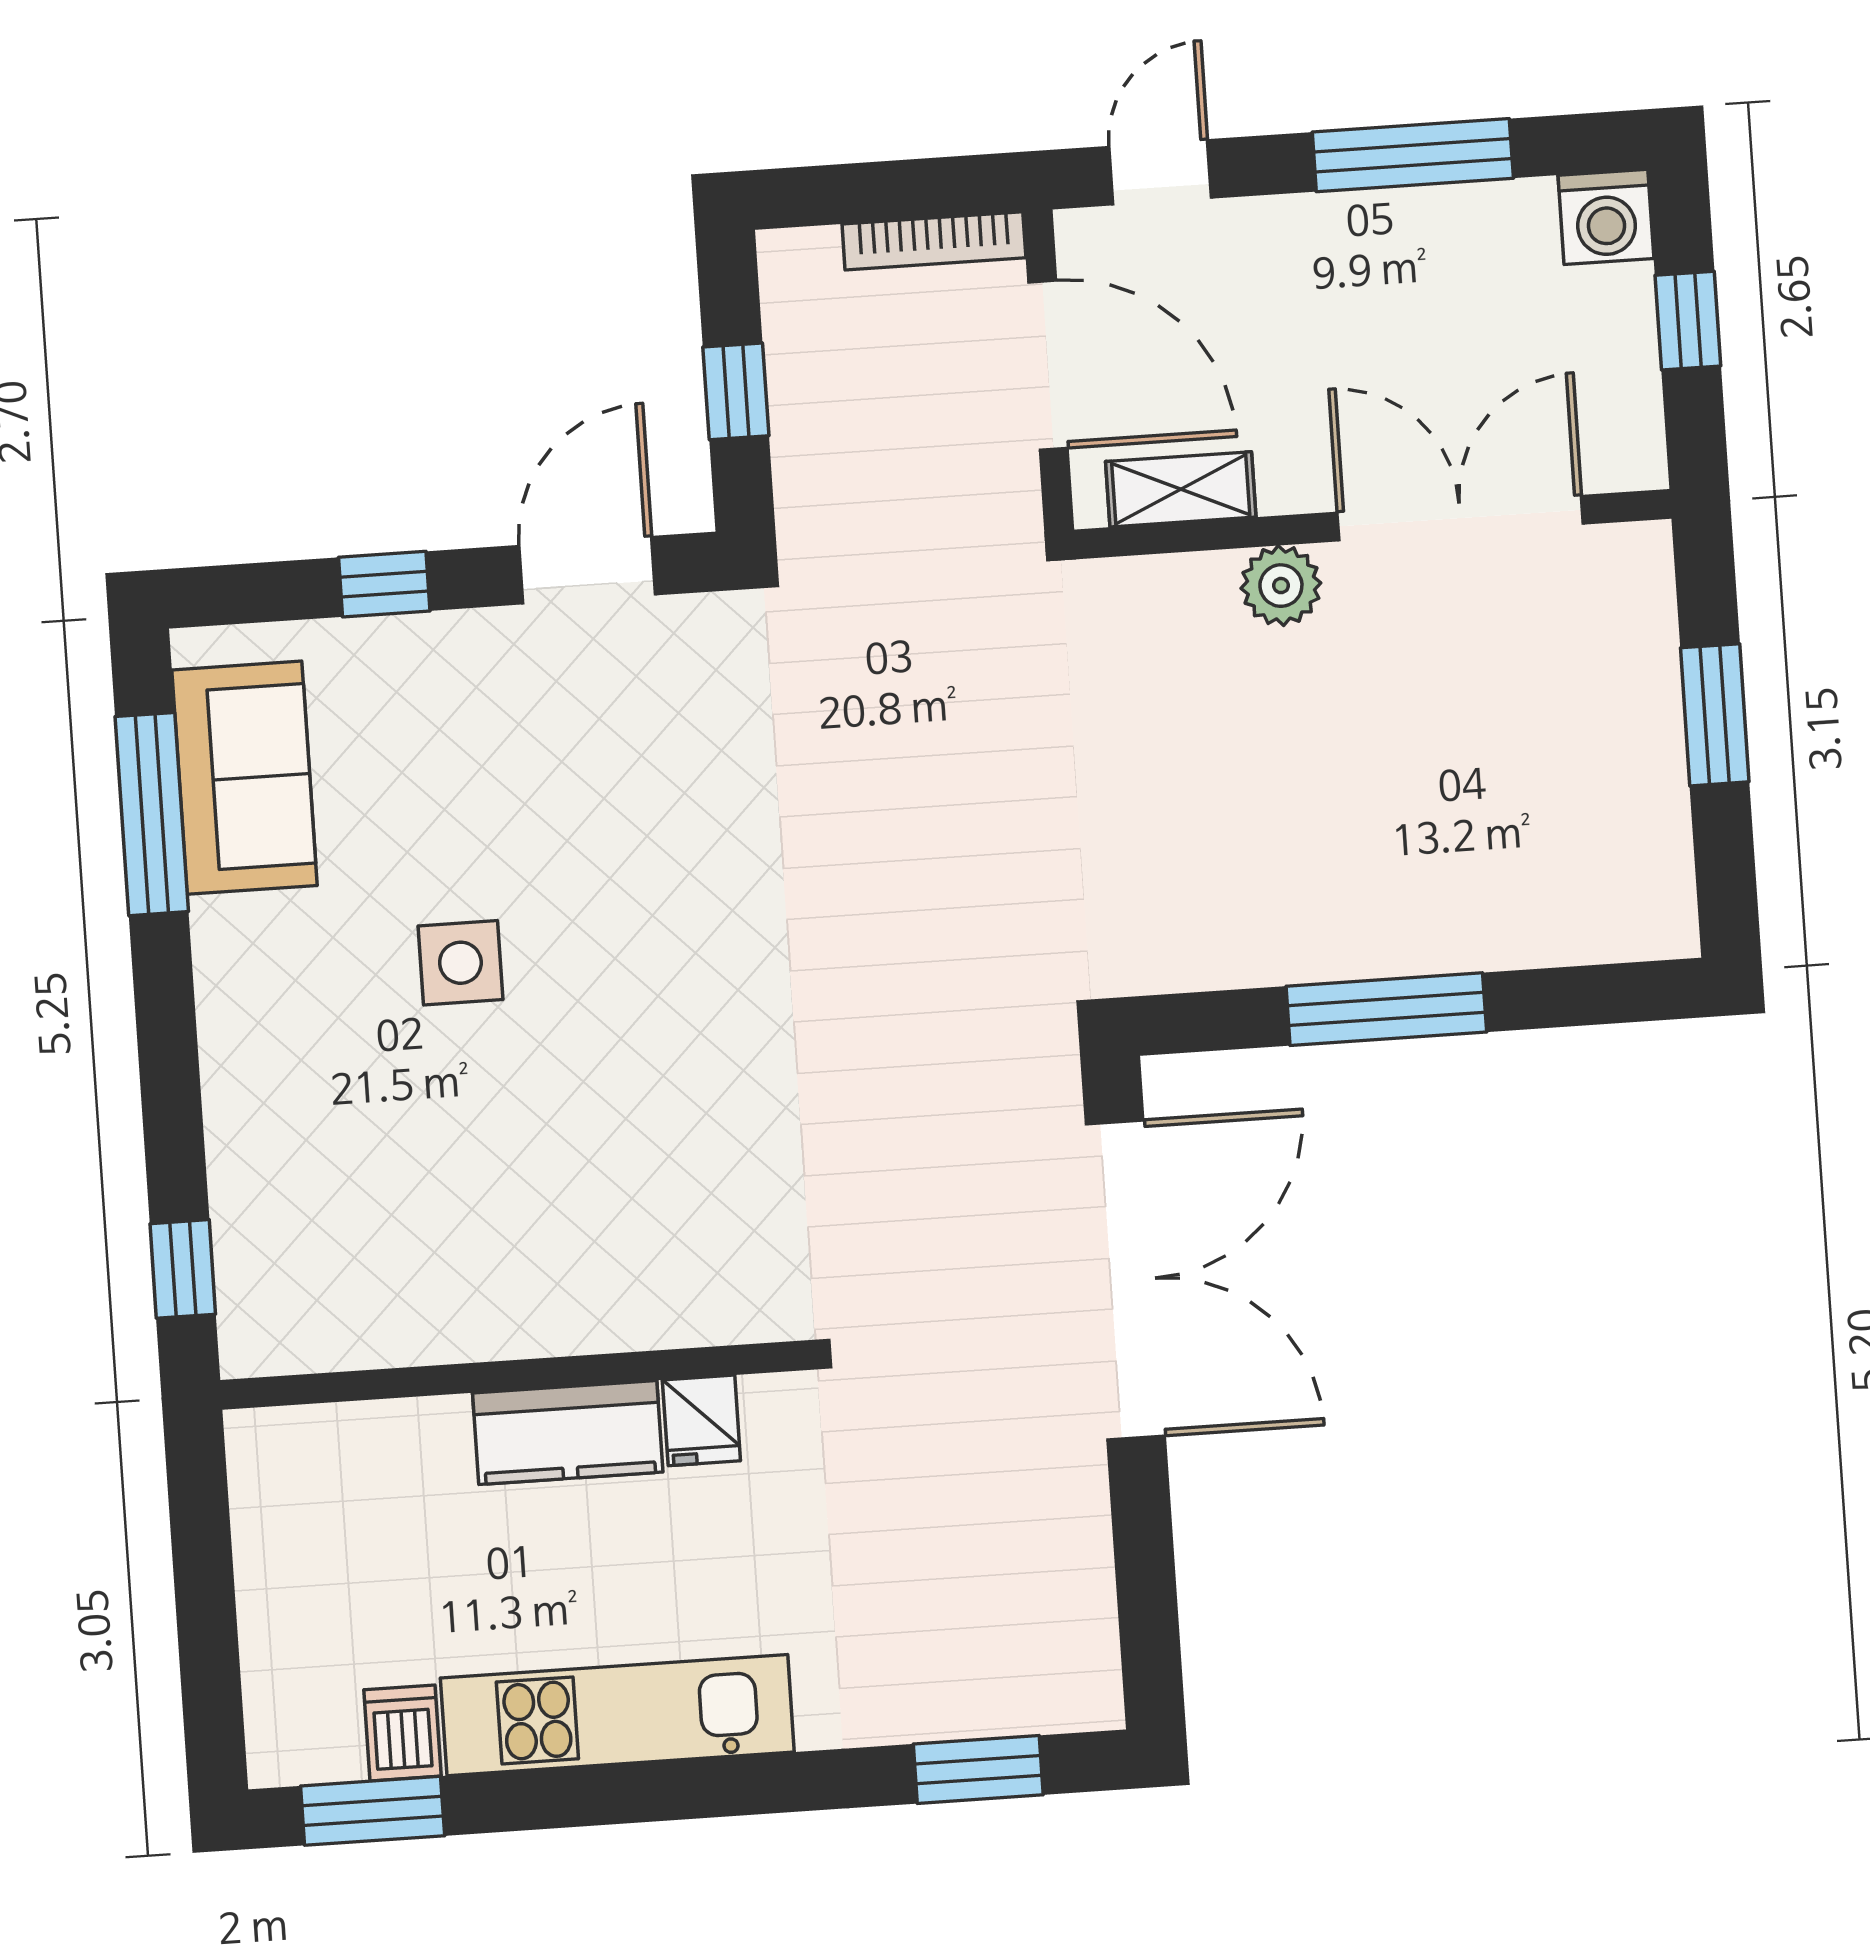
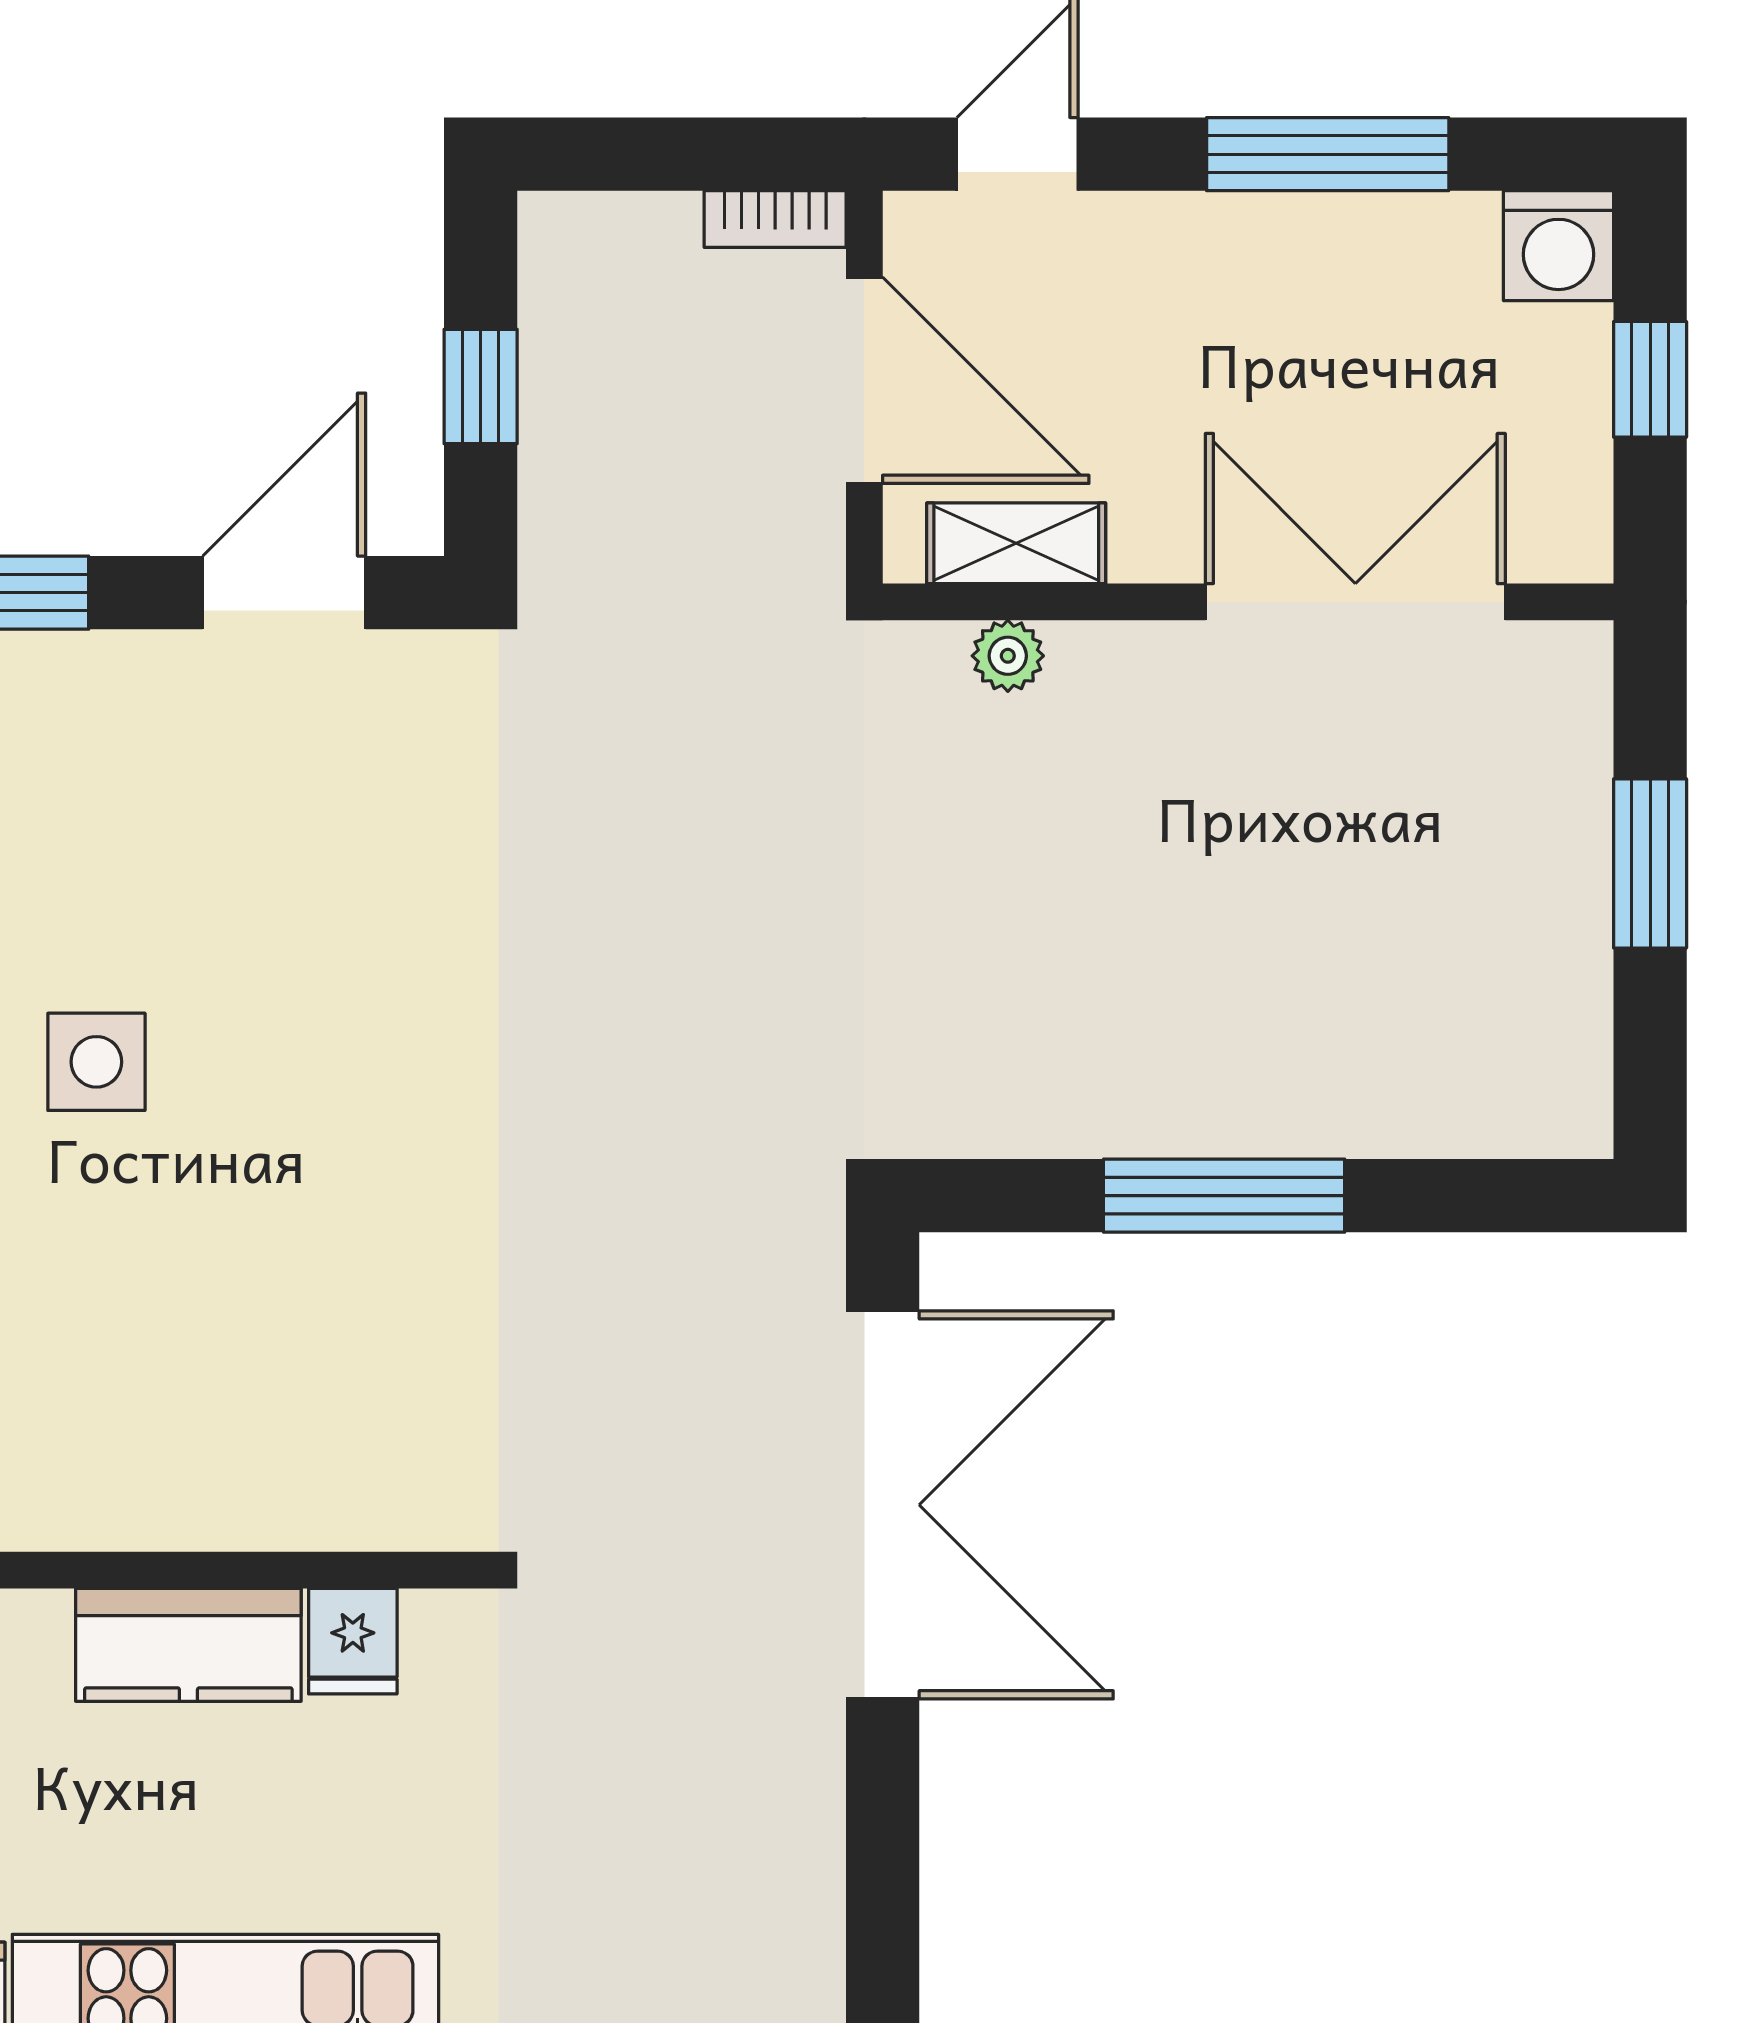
bookcase: (934, 241) -> (775, 219), width x0.64
plant: (1281, 586) -> (1008, 656), moved, width x0.73, depth x0.73

